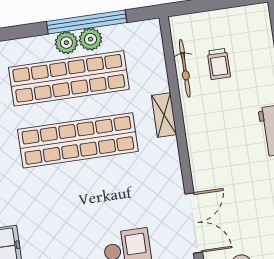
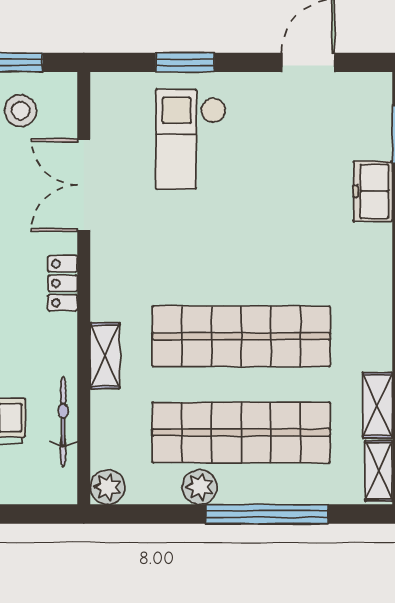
window: (87, 22) -> (267, 514), moved
plant: (66, 43) -> (108, 487), moved
locker: (198, 158) -> (63, 283), added

